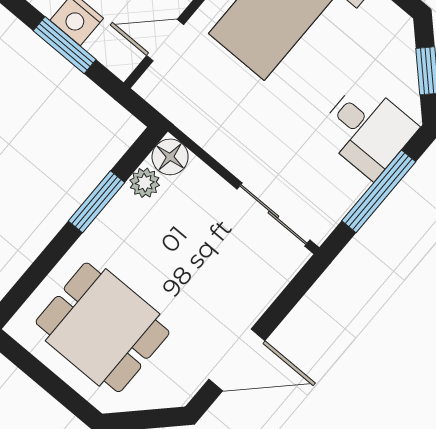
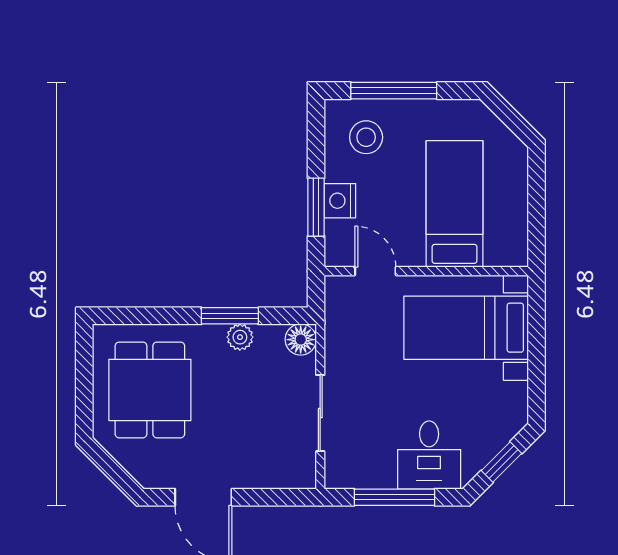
plant: (145, 183) -> (240, 337), moved
sliding door: (273, 215) -> (320, 413), moved

